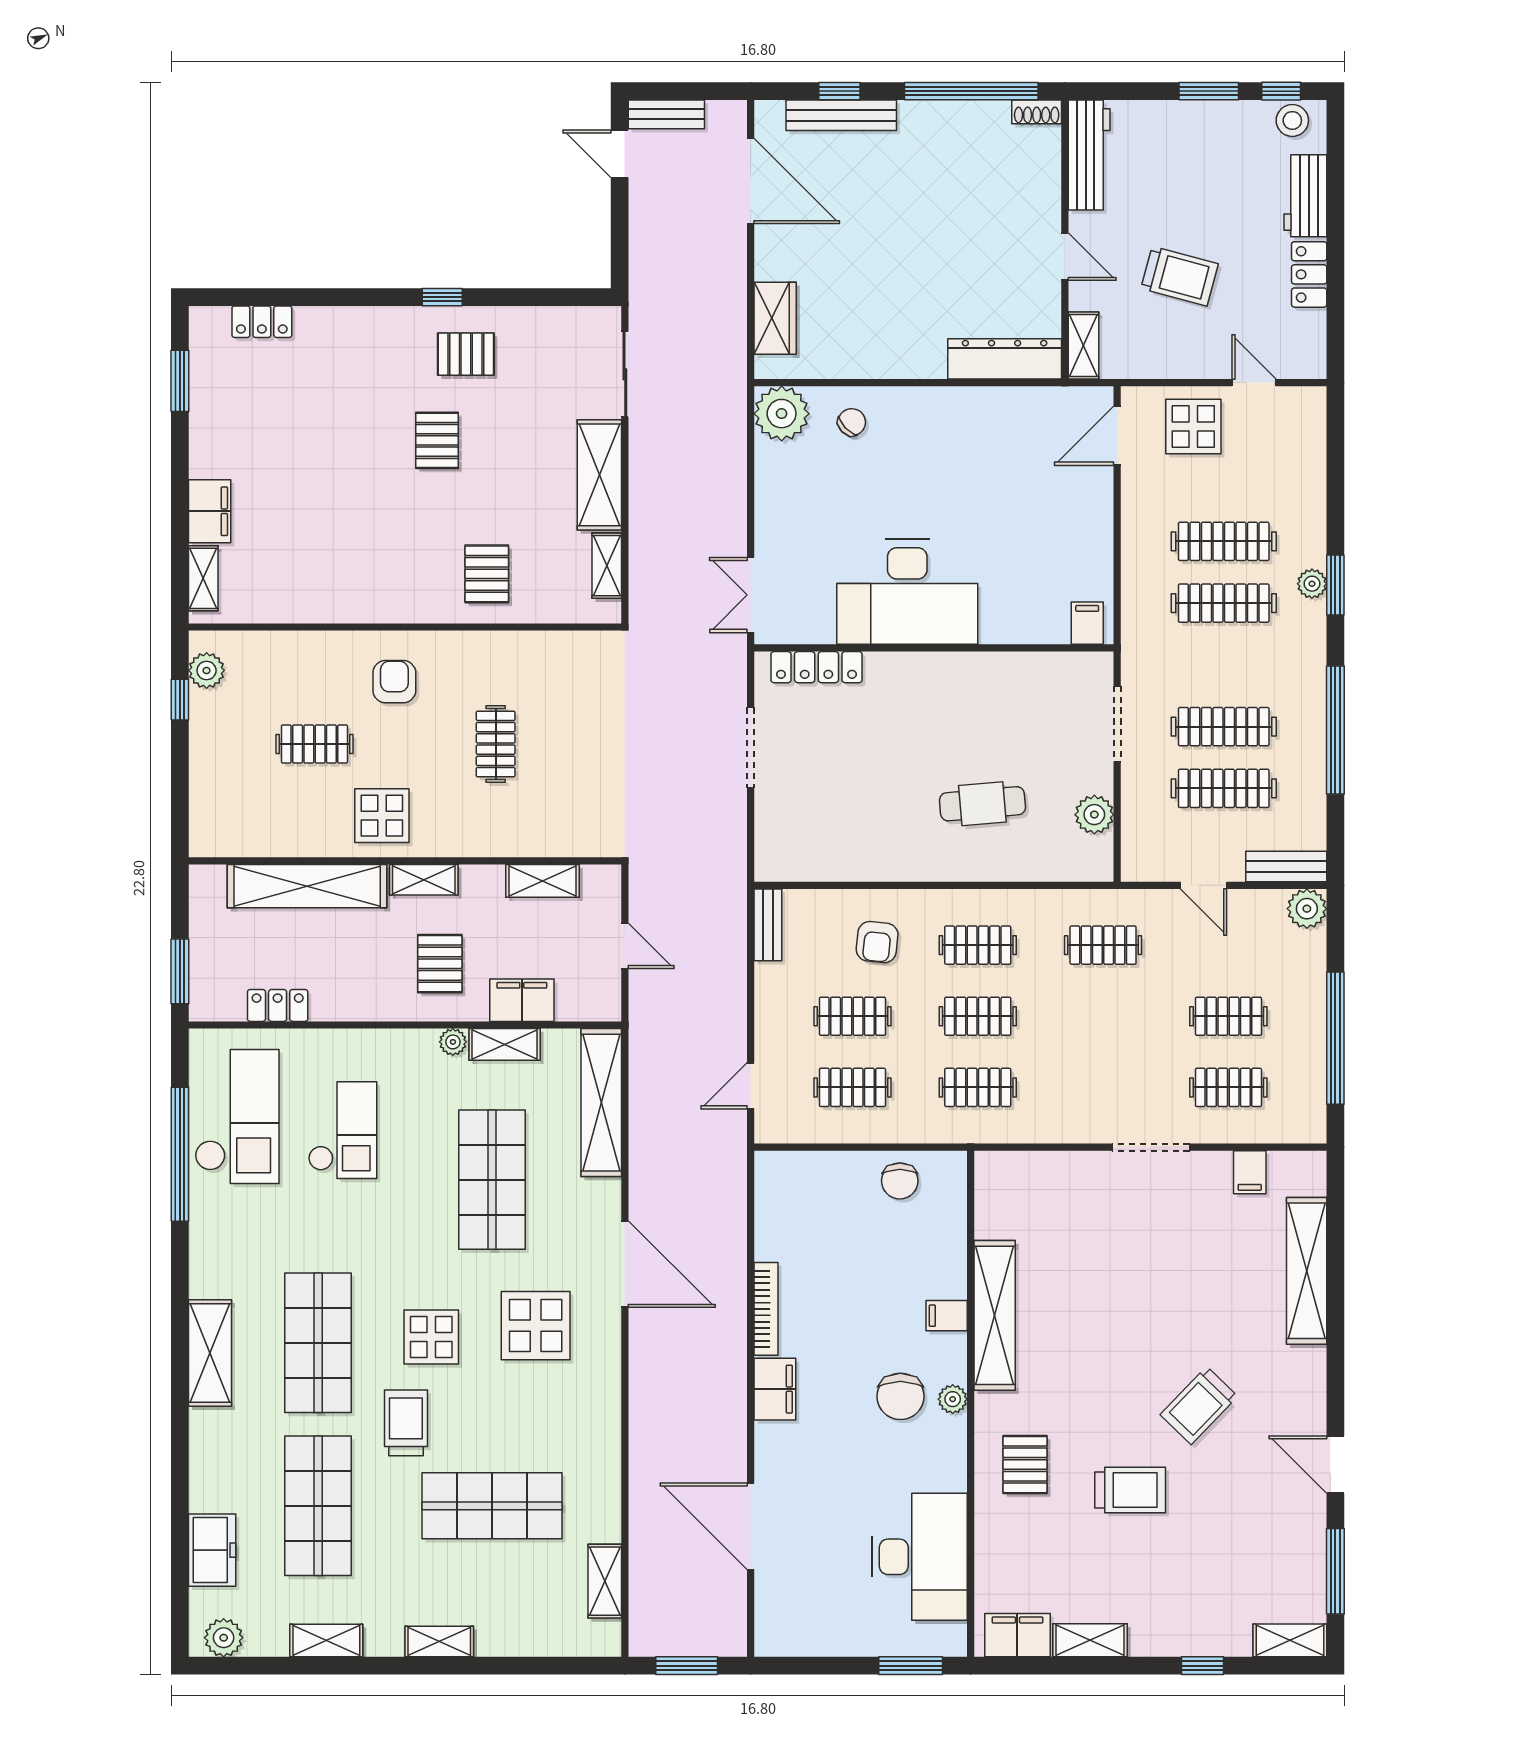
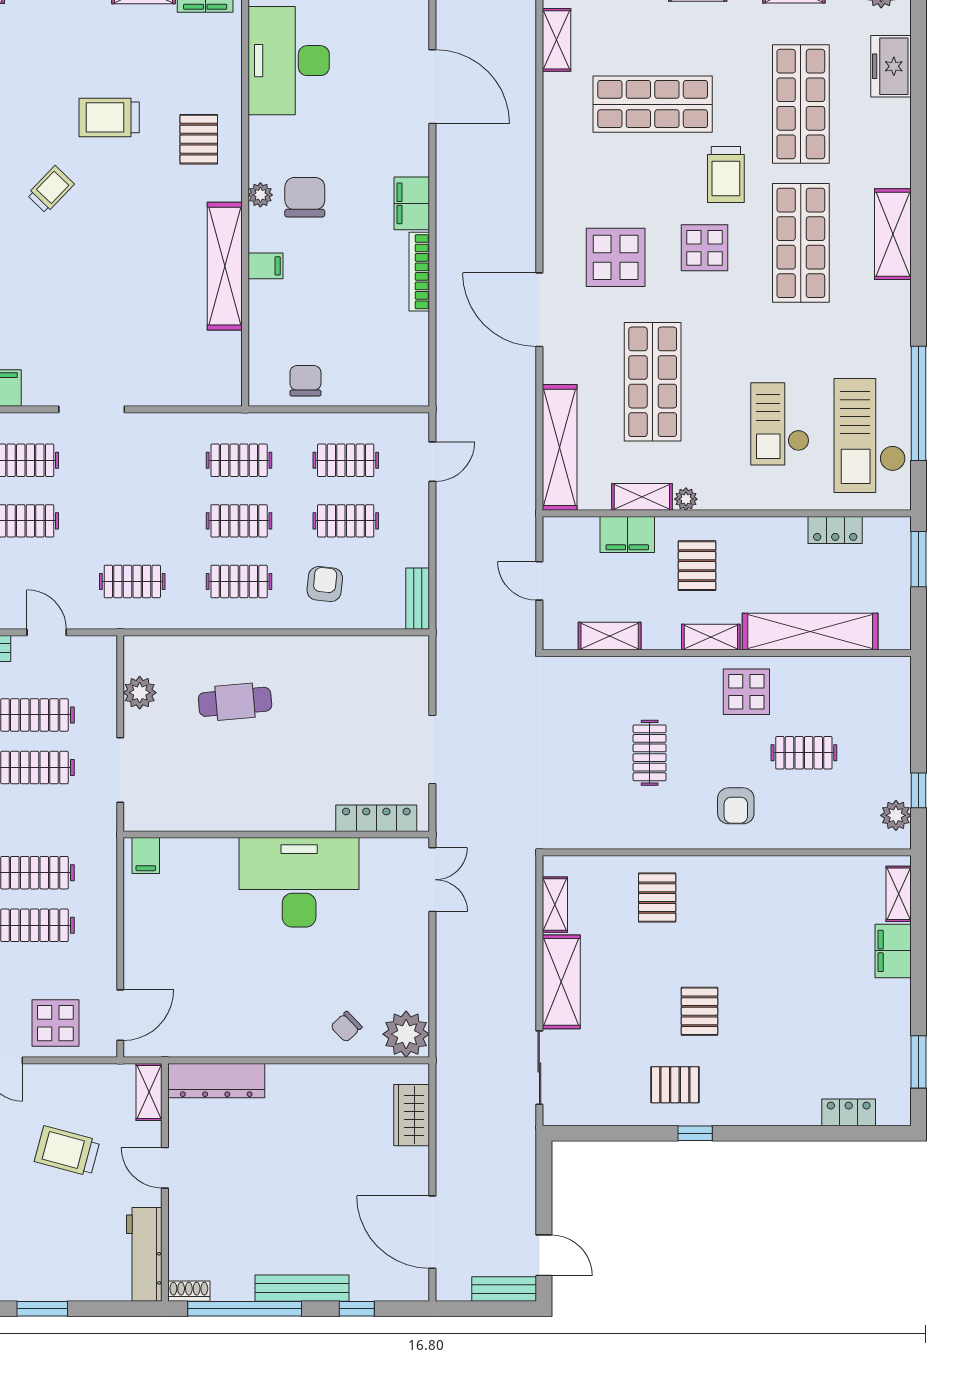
bench: (841, 115) -> (302, 1288), moved
trolley: (1199, 1405) -> (51, 189), width x0.73, depth x0.72

